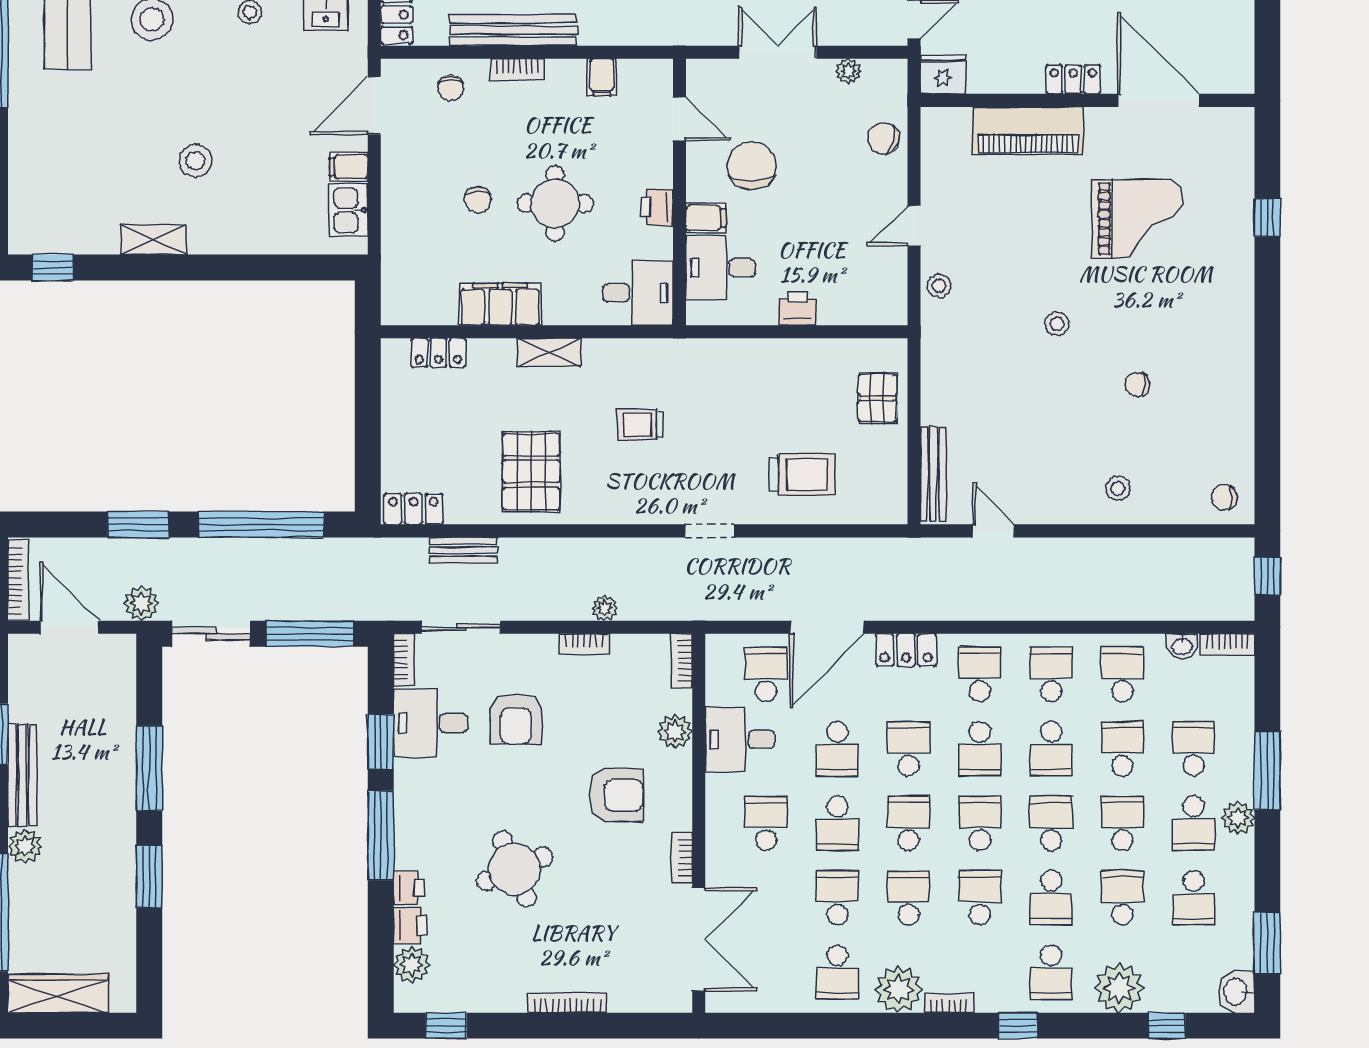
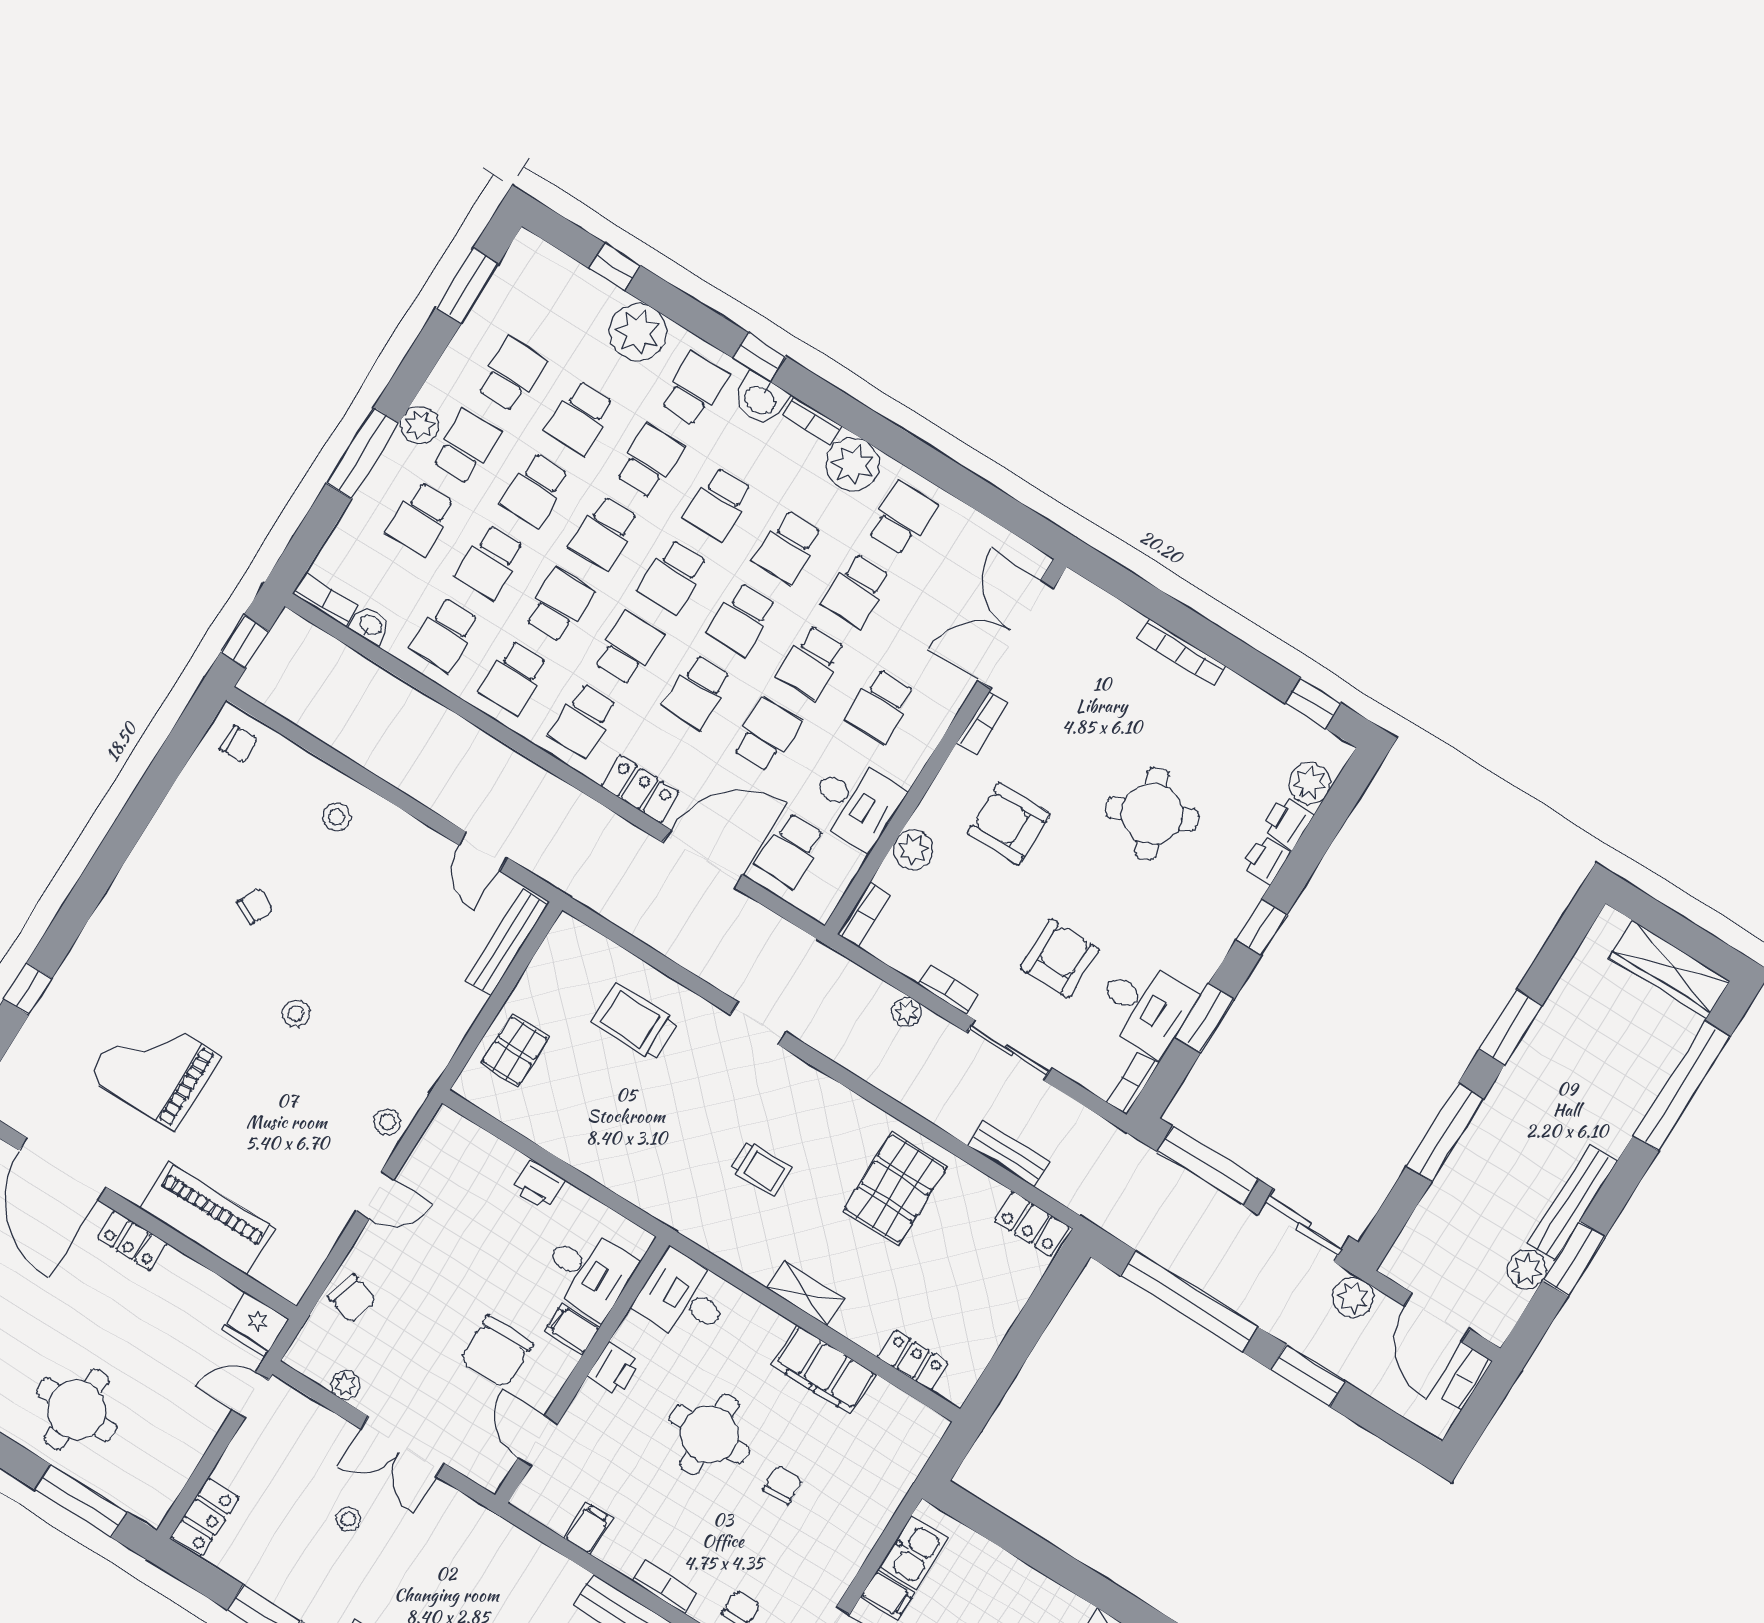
chair: (1137, 384) -> (255, 906), turned -63
bookcase: (18, 581) -> (1467, 1380), width x0.64
sliding door: (461, 627) -> (1009, 1050), moved
school desk: (837, 823) -> (811, 663), turned 180
window: (381, 836) -> (1261, 927), width x0.46
plant: (25, 846) -> (1527, 1270), moved
washbasin: (1237, 992) -> (760, 399), moved, turned 90

